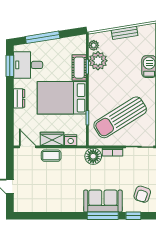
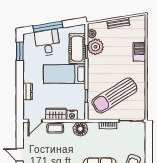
desk: (28, 65) -> (47, 43), moved, turned 81
cot: (79, 68) -> (77, 49), width x1.37, depth x1.34
dresser: (19, 98) -> (28, 92), moved
bed: (62, 98) -> (64, 74), width x0.67
door: (28, 147) -> (35, 121), swing flipped
floor lamp: (93, 156) -> (80, 129), moved

